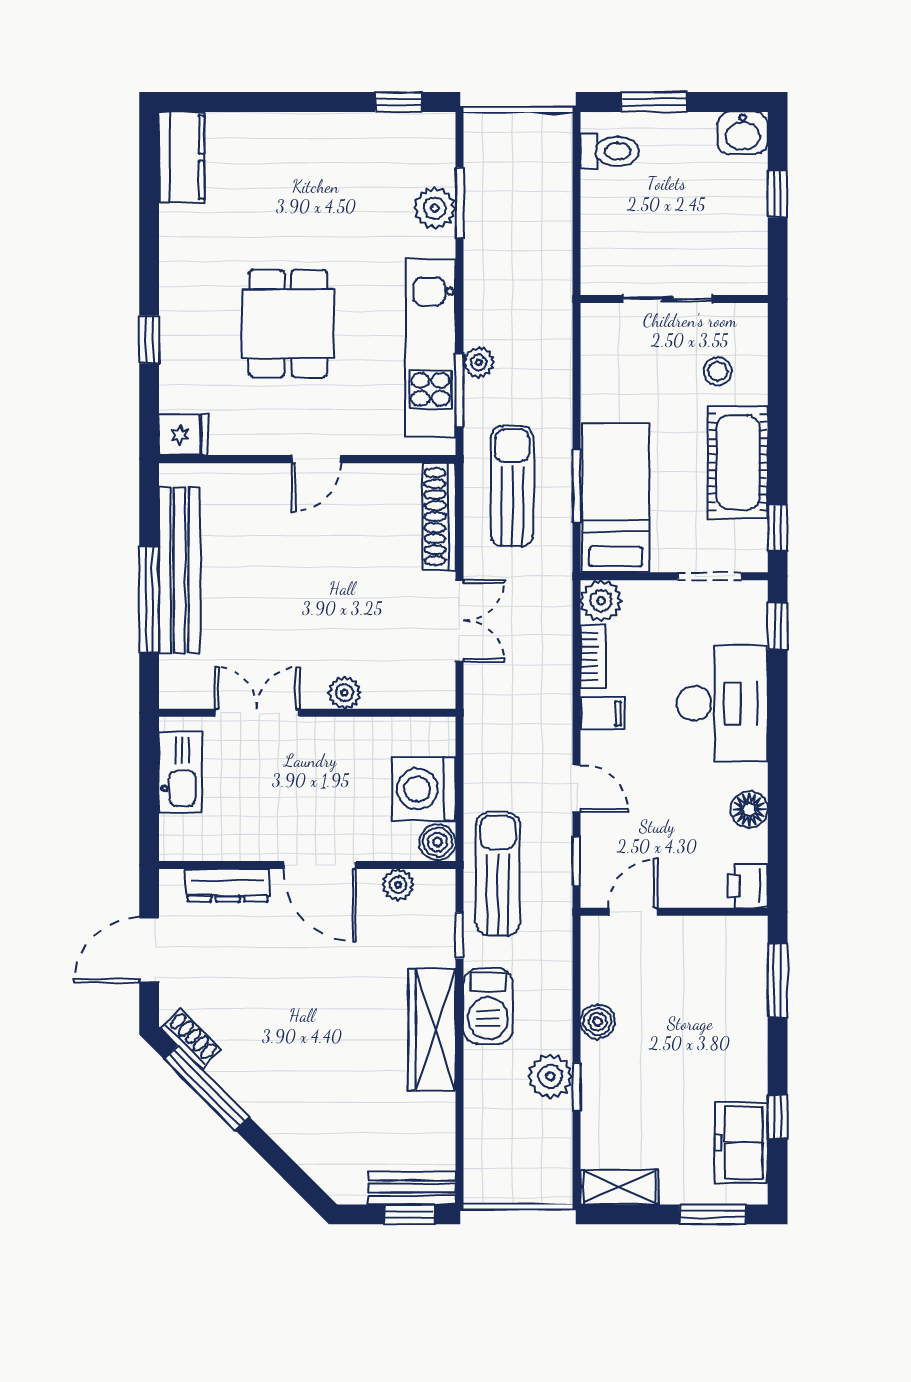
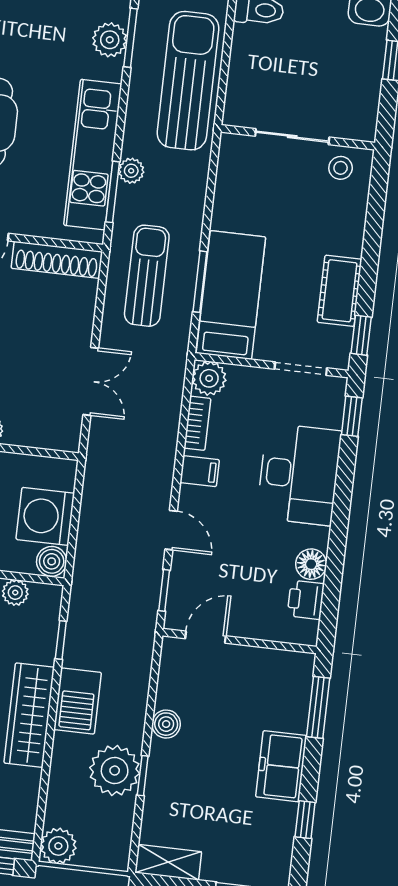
stool: (718, 371) -> (341, 168), moved
cot: (738, 462) -> (340, 291), width x0.73, depth x0.75
shoe rack: (439, 517) -> (57, 260), moved, turned -90
sun lounger: (498, 874) -> (188, 81), moved, width x1.36, depth x1.34
printer: (748, 886) -> (306, 600), moved
plant: (550, 1076) -> (115, 771), width x1.36, depth x1.36
freezer: (741, 1143) -> (281, 766), moved
plant: (485, 1183) -> (58, 846), added

